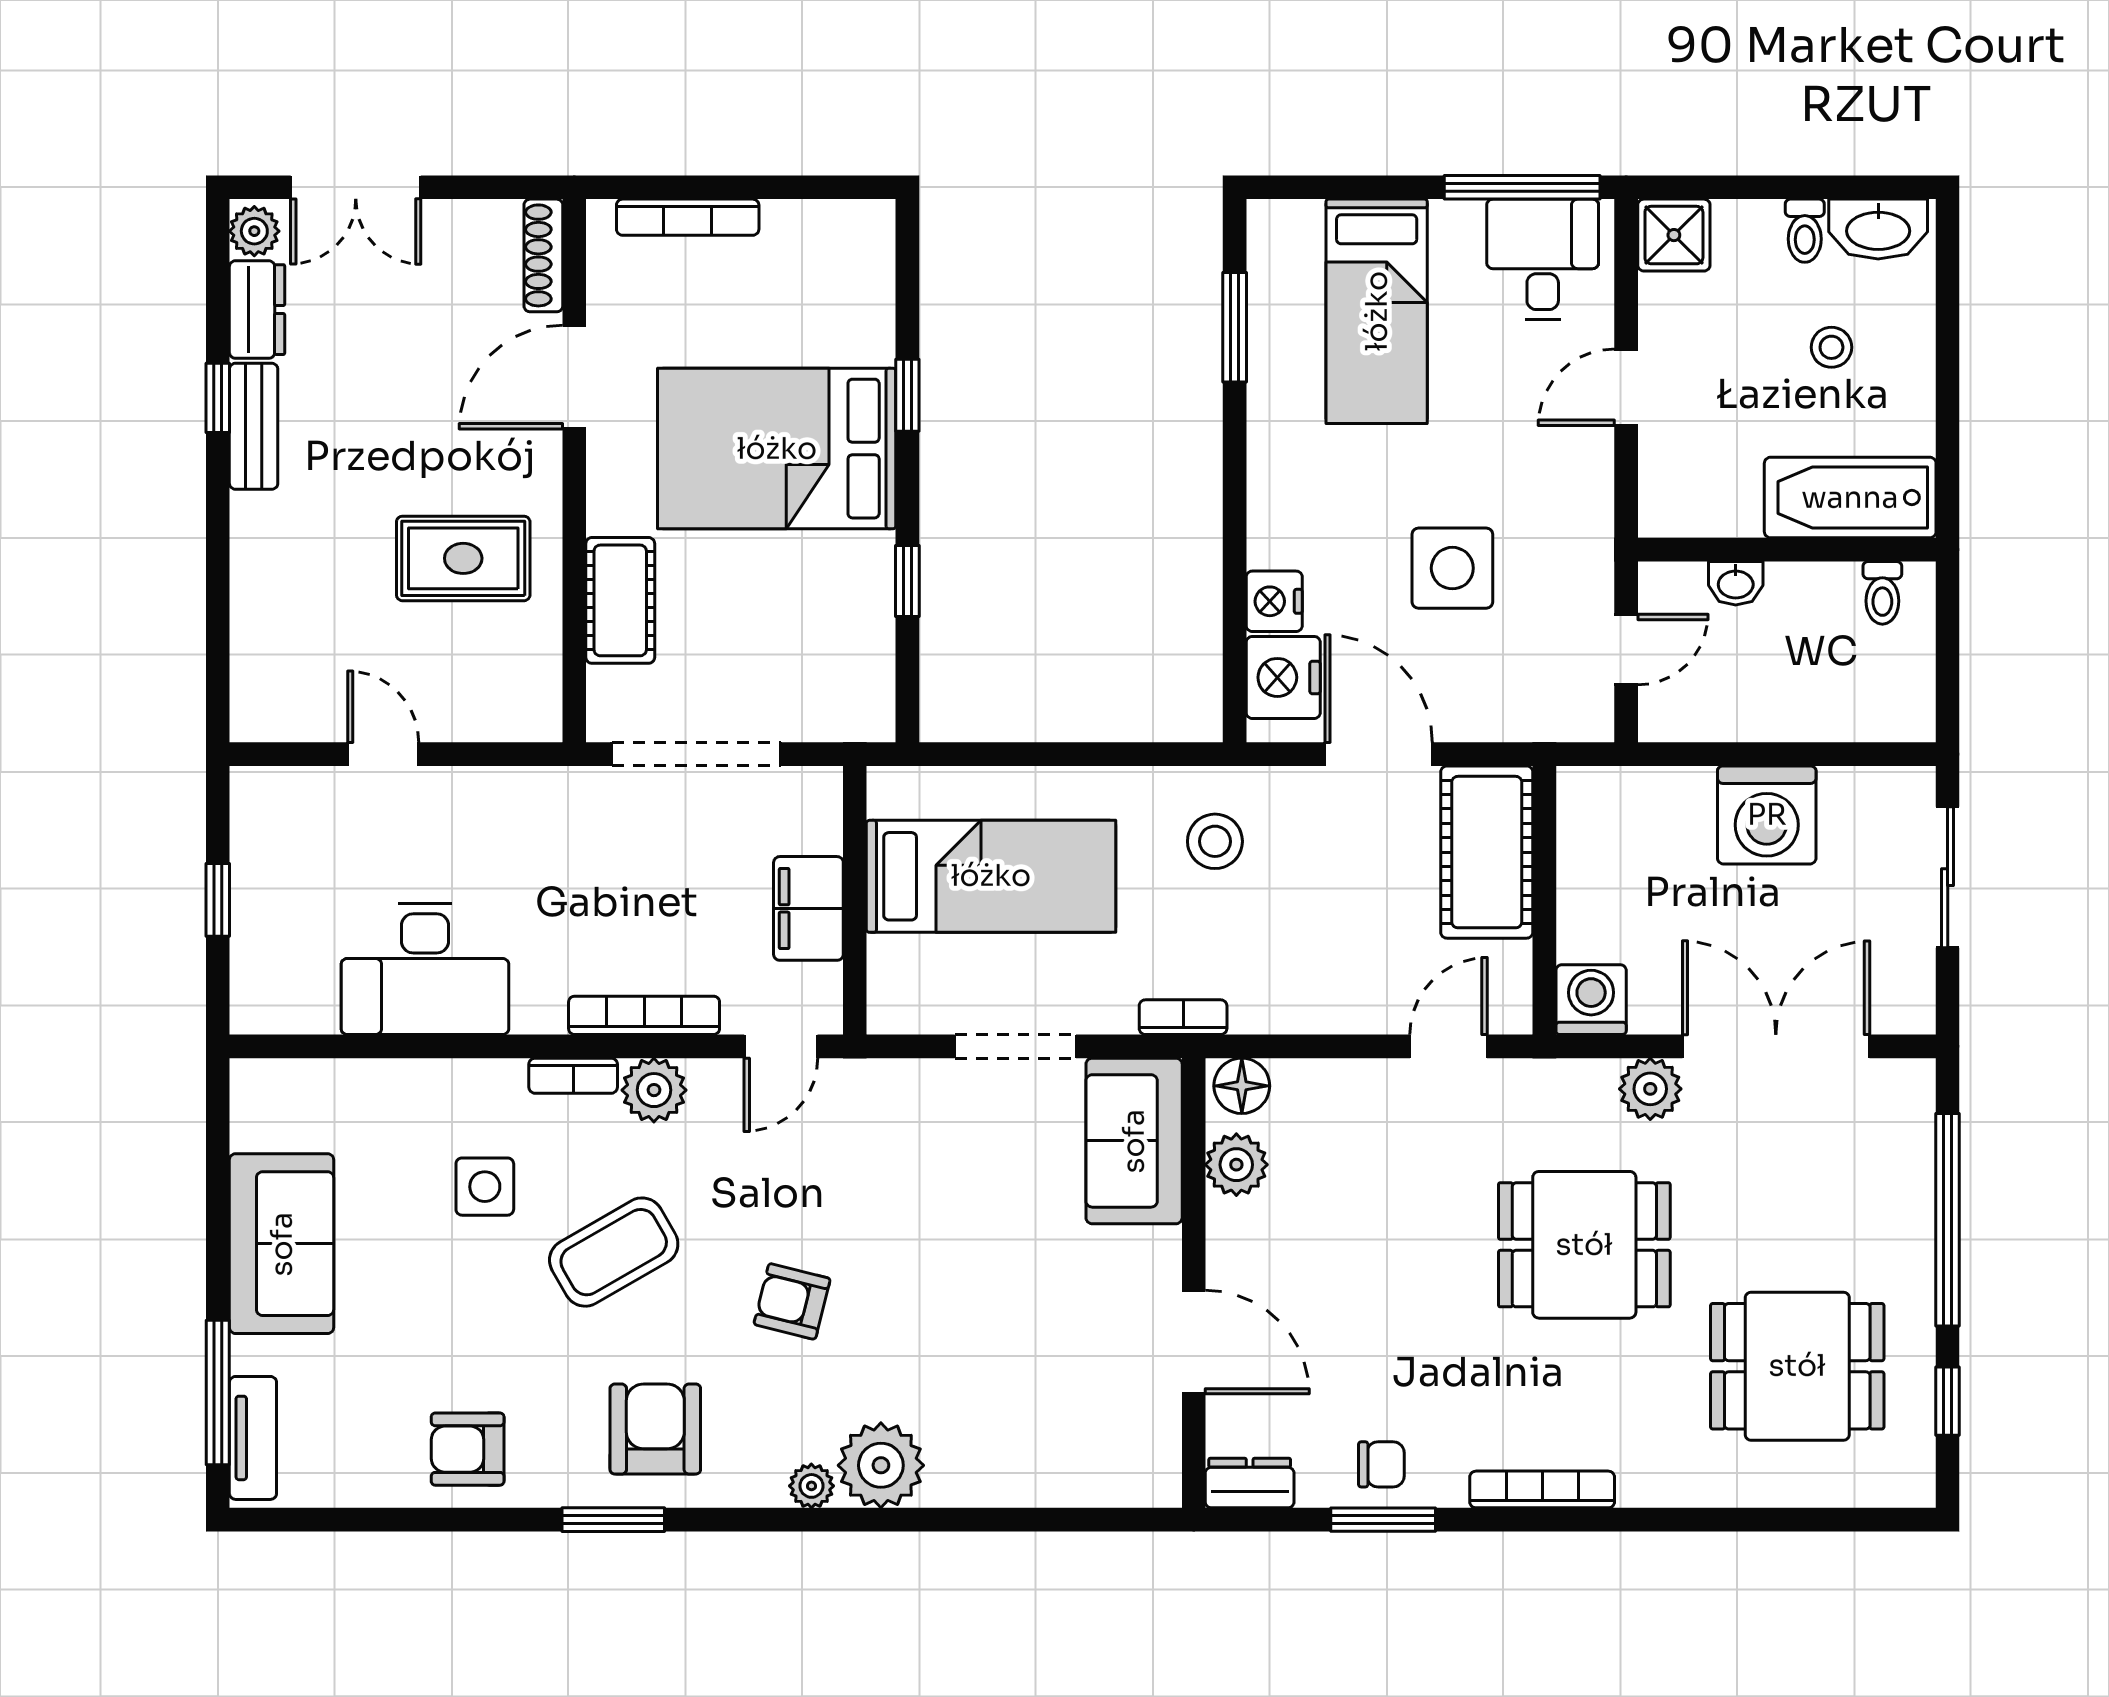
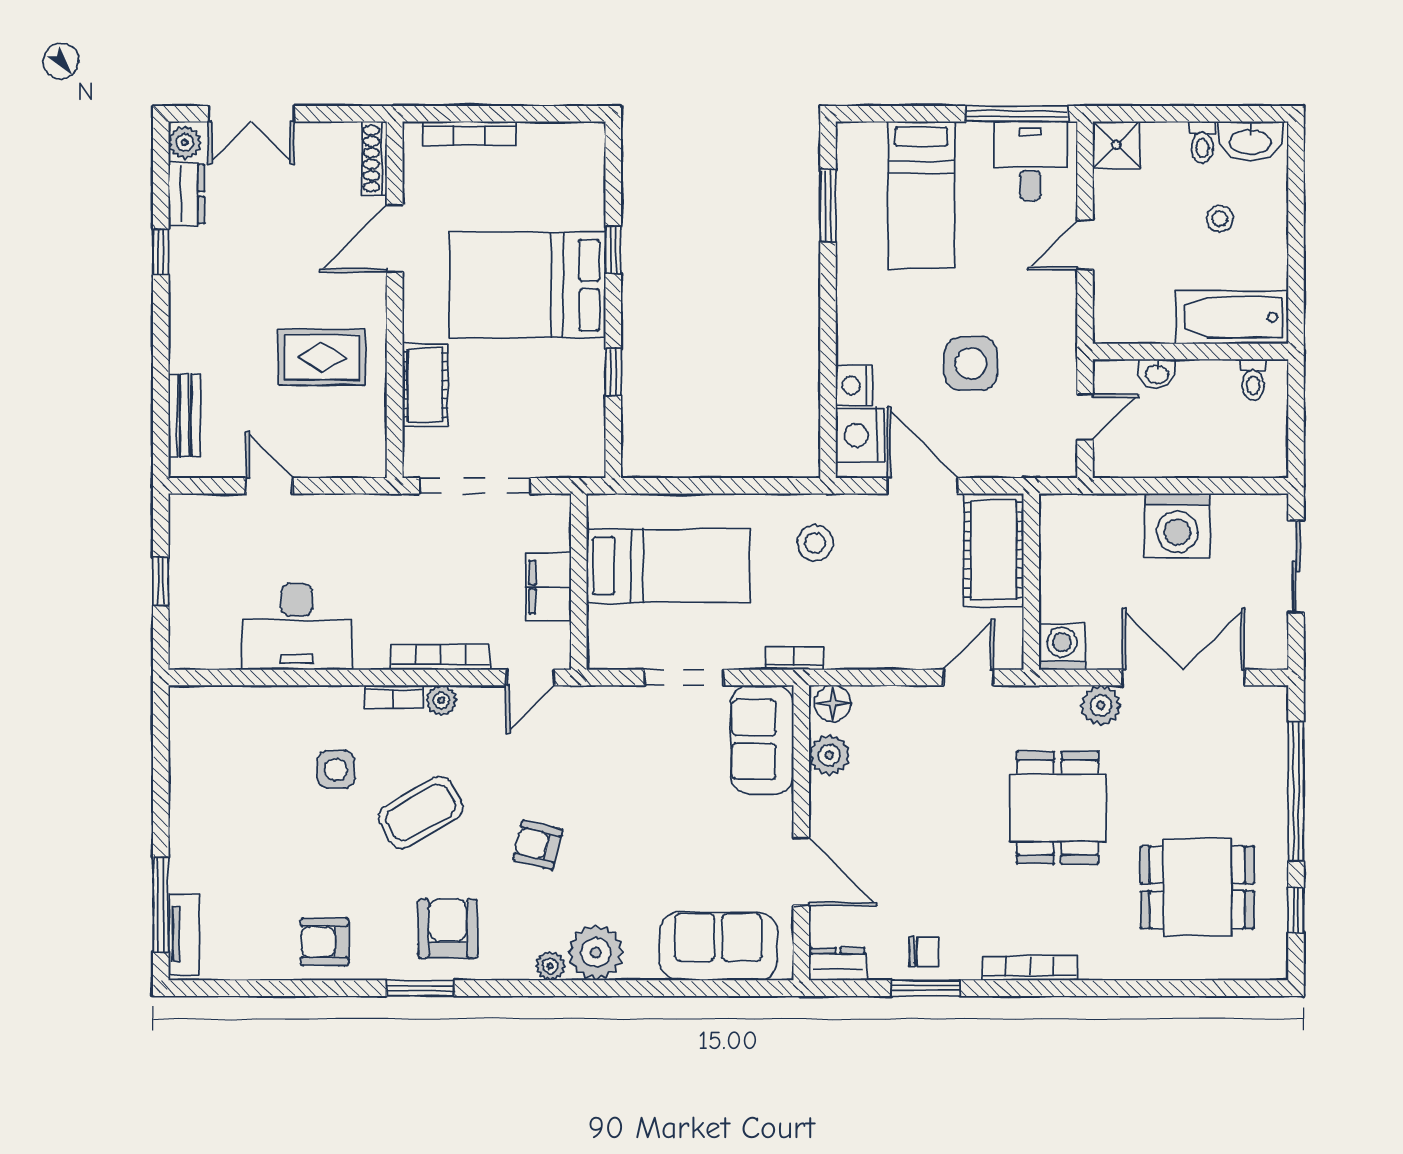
bench: (254, 426) -> (184, 415), moved
plant: (654, 1090) -> (441, 700), width x0.73, depth x0.73
sofa: (282, 1244) -> (718, 946), moved, turned -90
dining table: (1584, 1245) -> (1058, 808), turned 90

